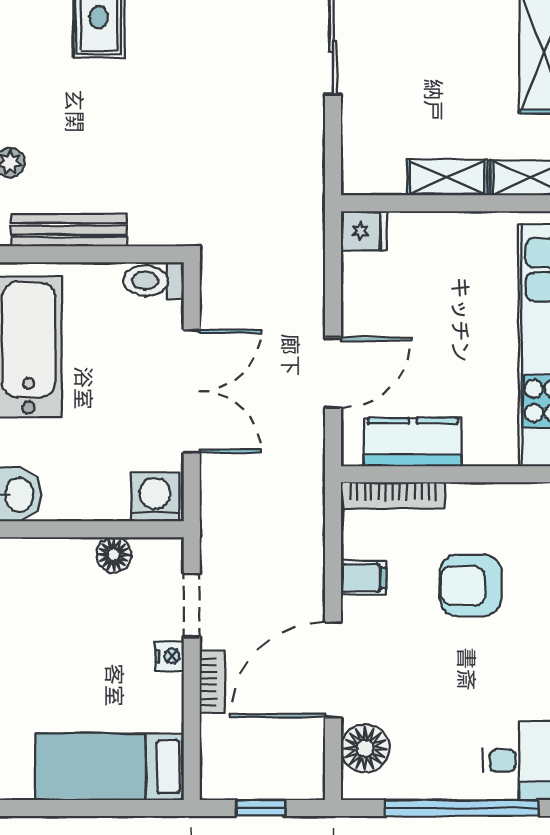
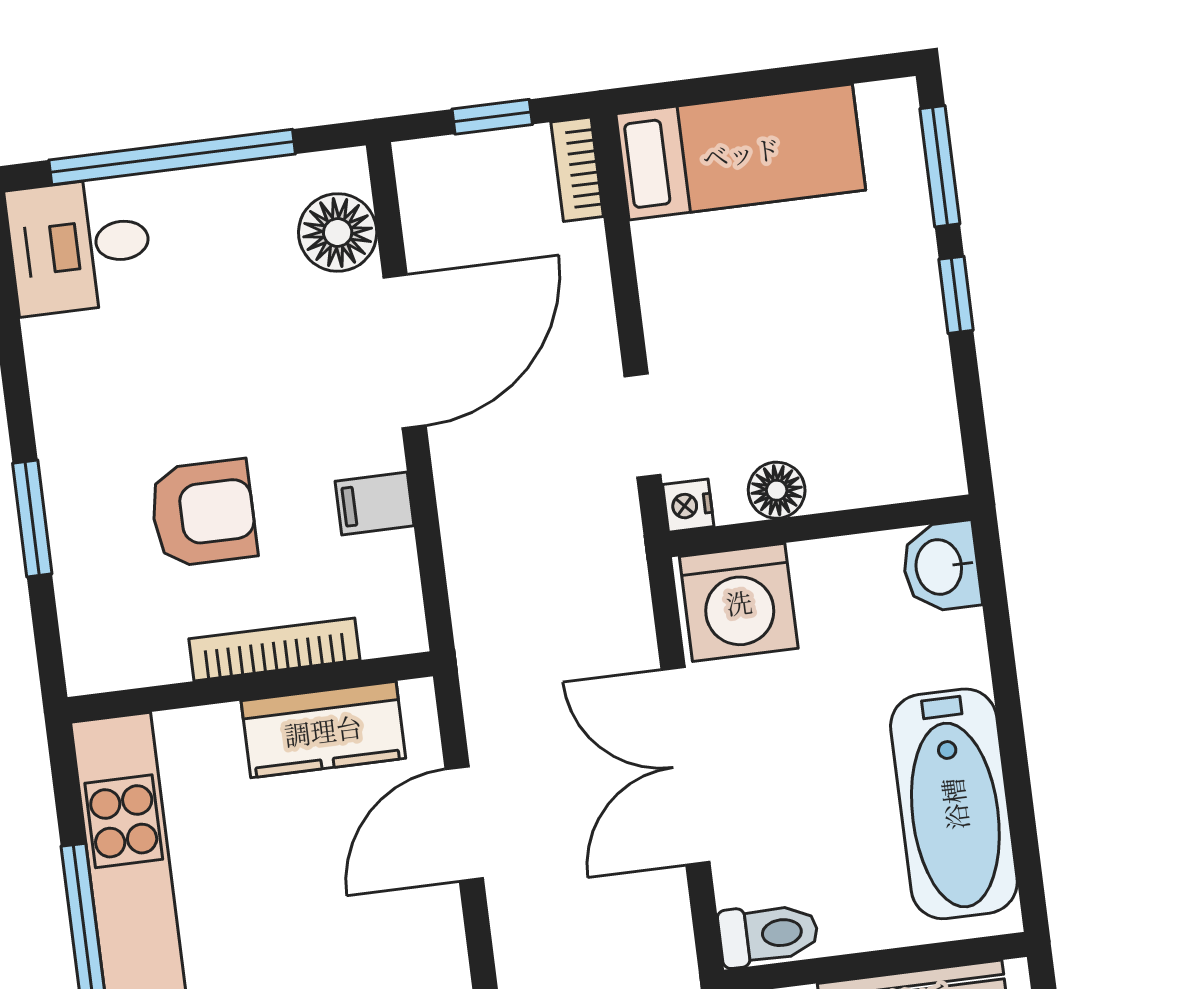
bookcase: (393, 495) -> (274, 649), moved
washing machine: (155, 497) -> (739, 602), width x1.37, depth x1.37
nightstand: (170, 656) -> (688, 506), moved
bookcase: (212, 682) -> (577, 169), moved

